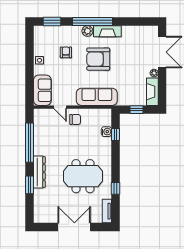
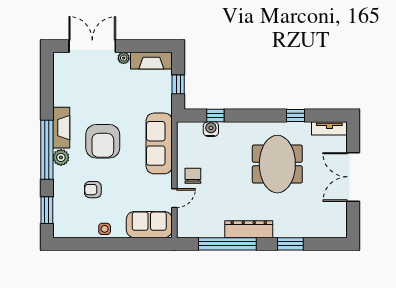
dresser: (39, 172) -> (249, 229), moved

